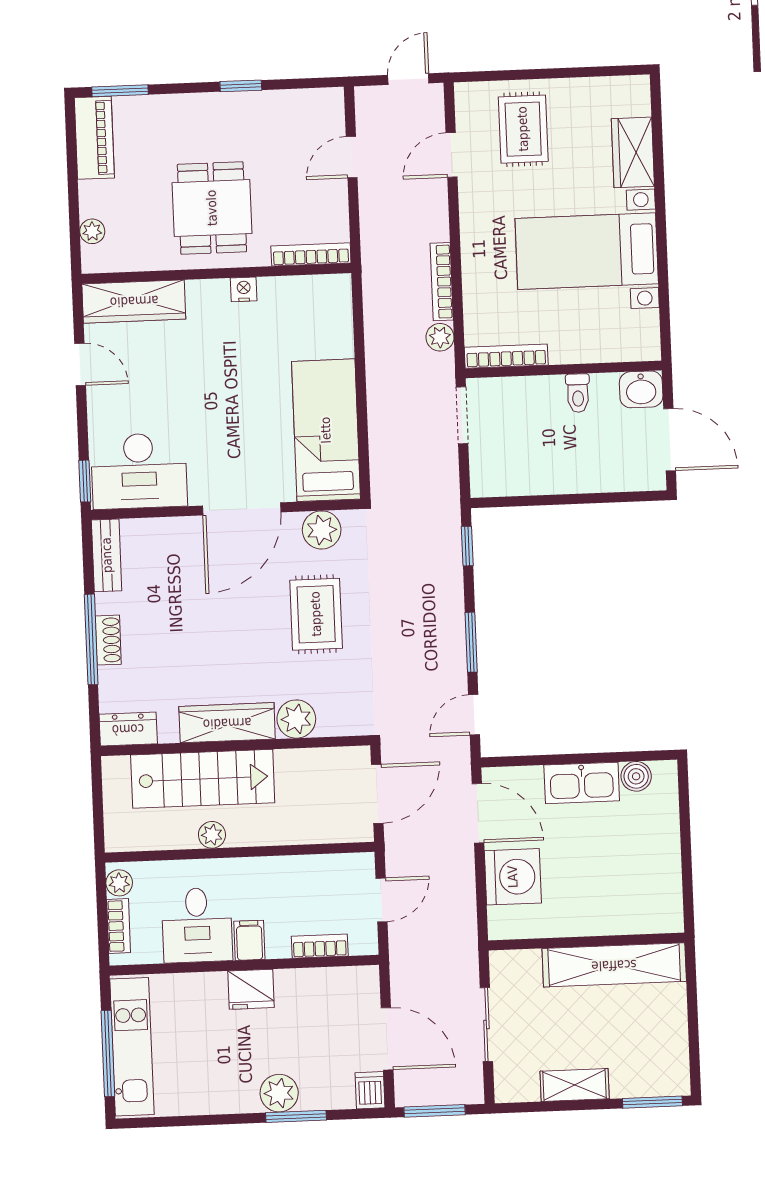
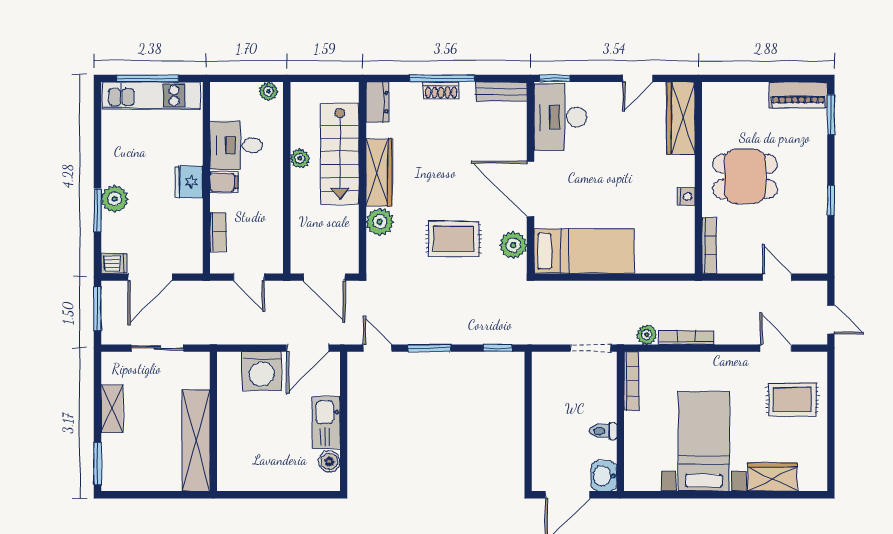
plant: (92, 231) -> (732, 91), removed
bookcase: (119, 926) -> (238, 90), removed

